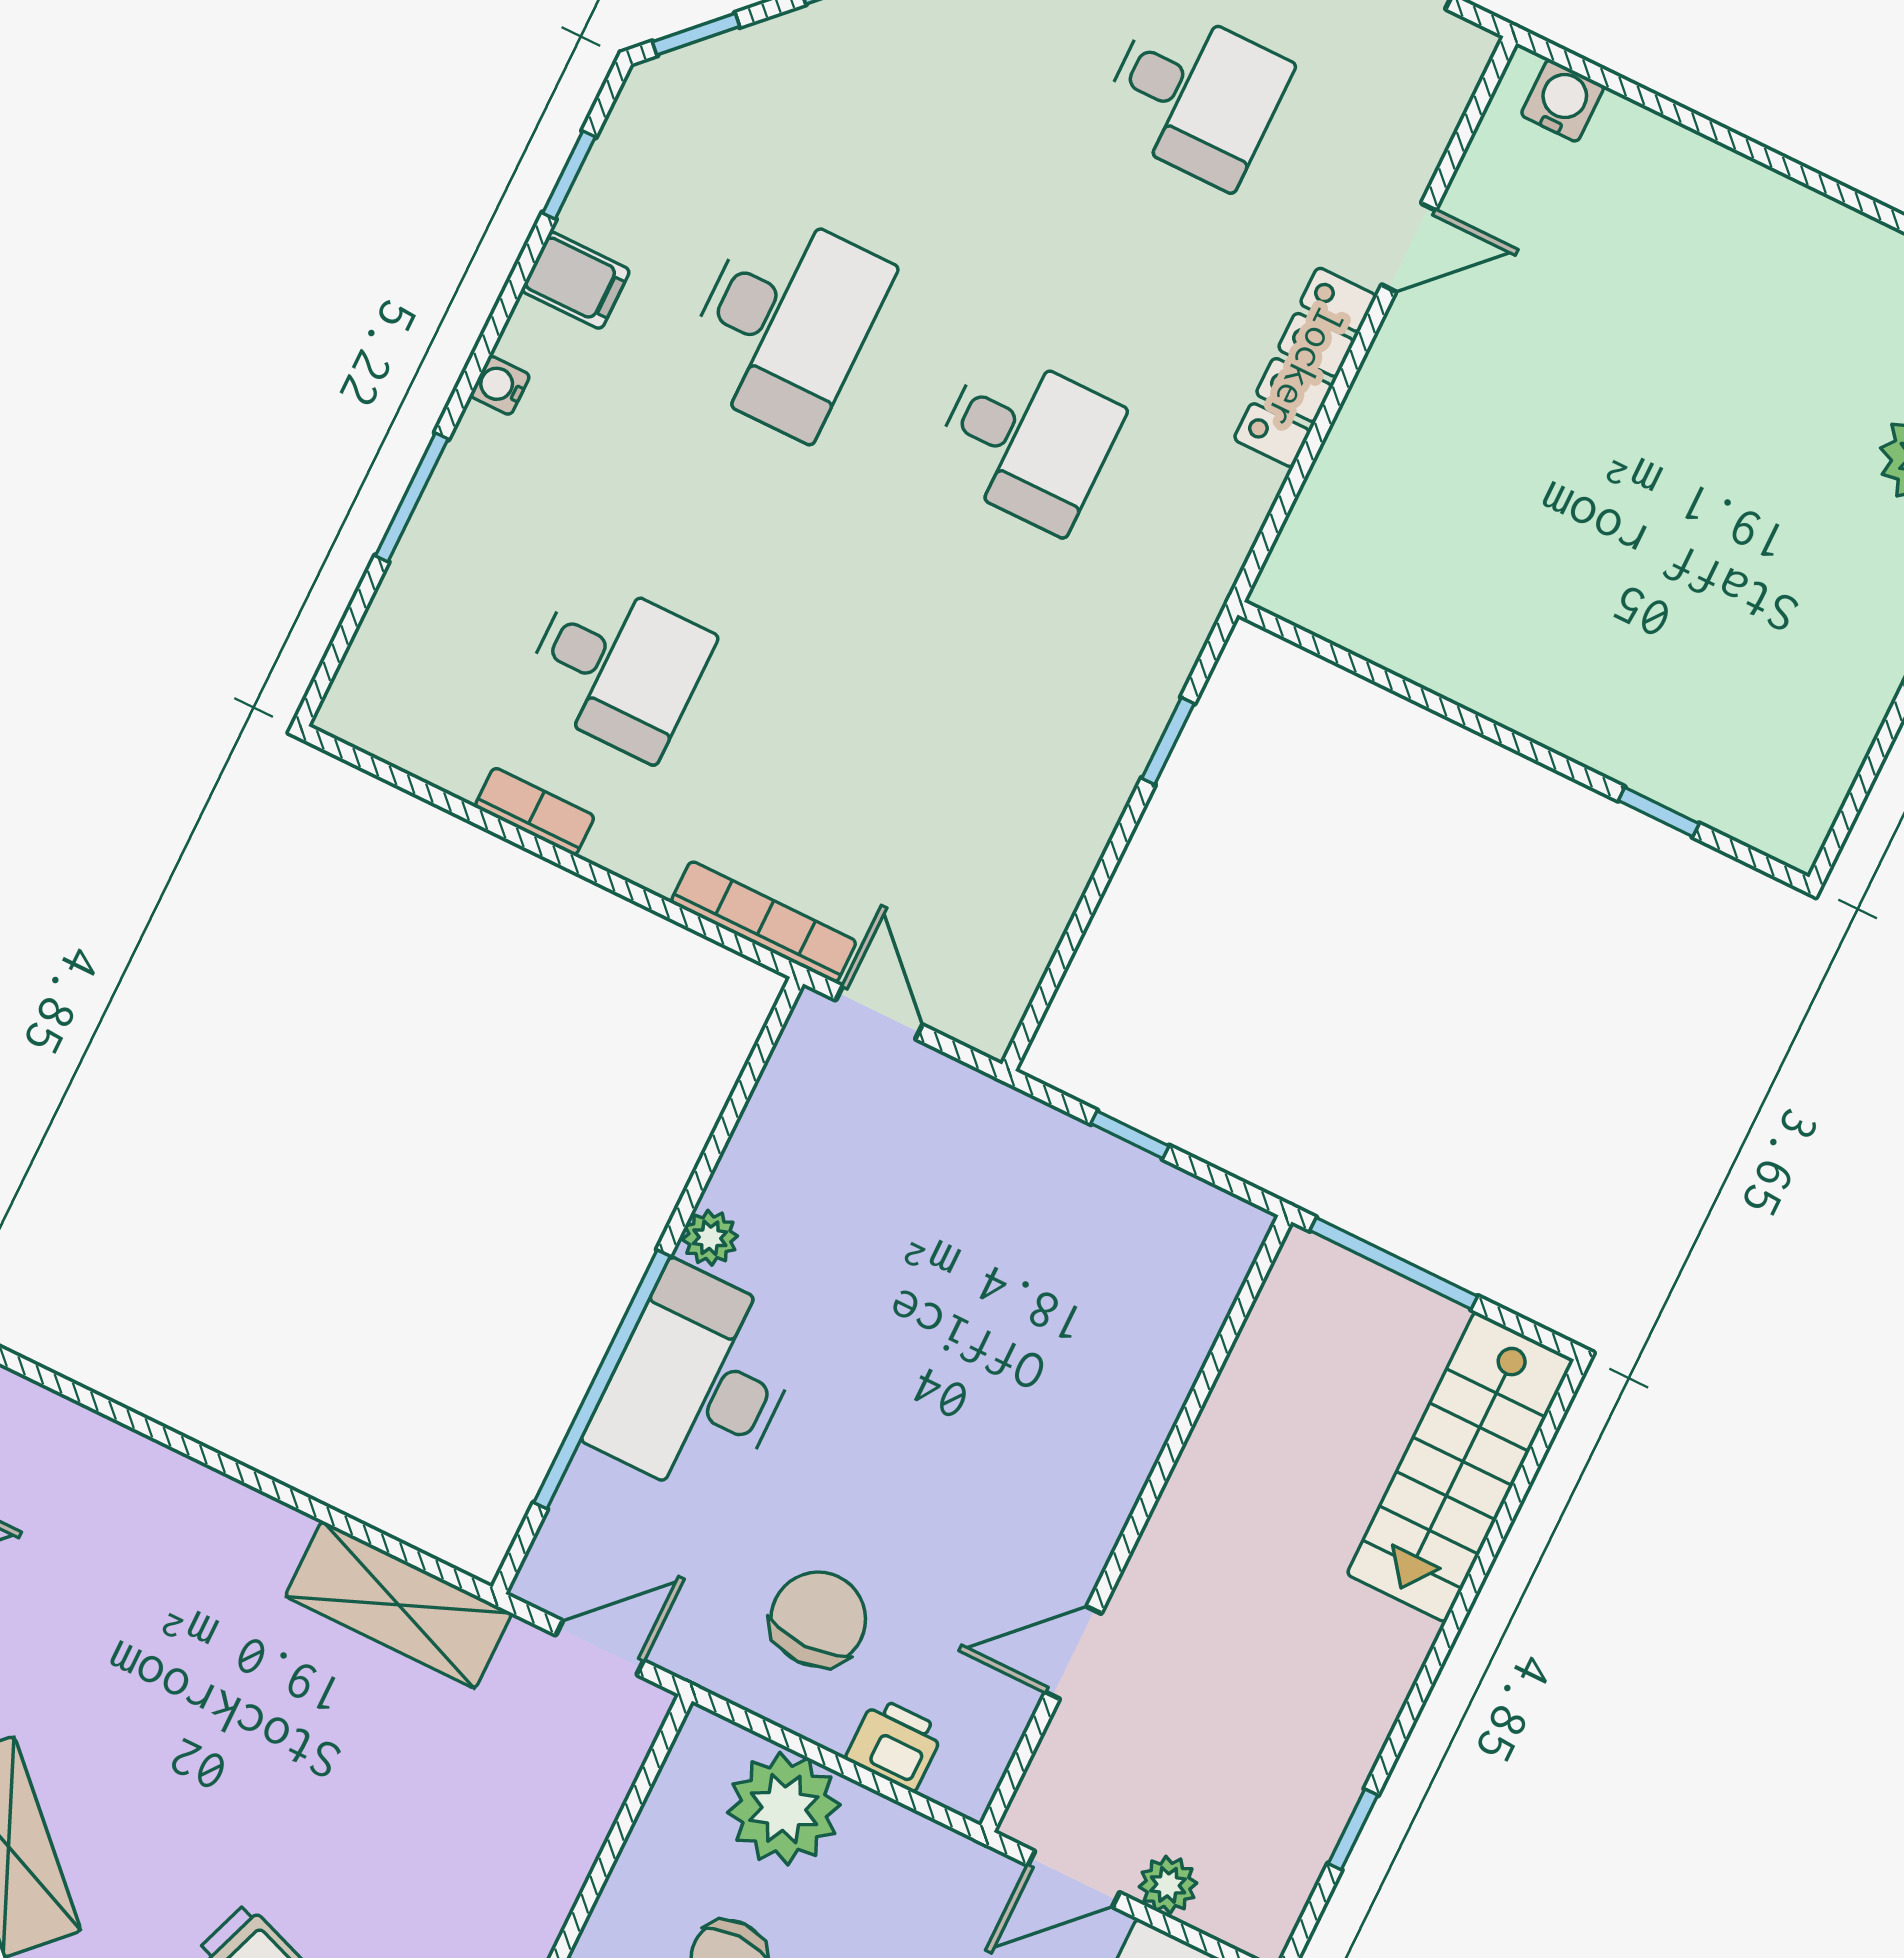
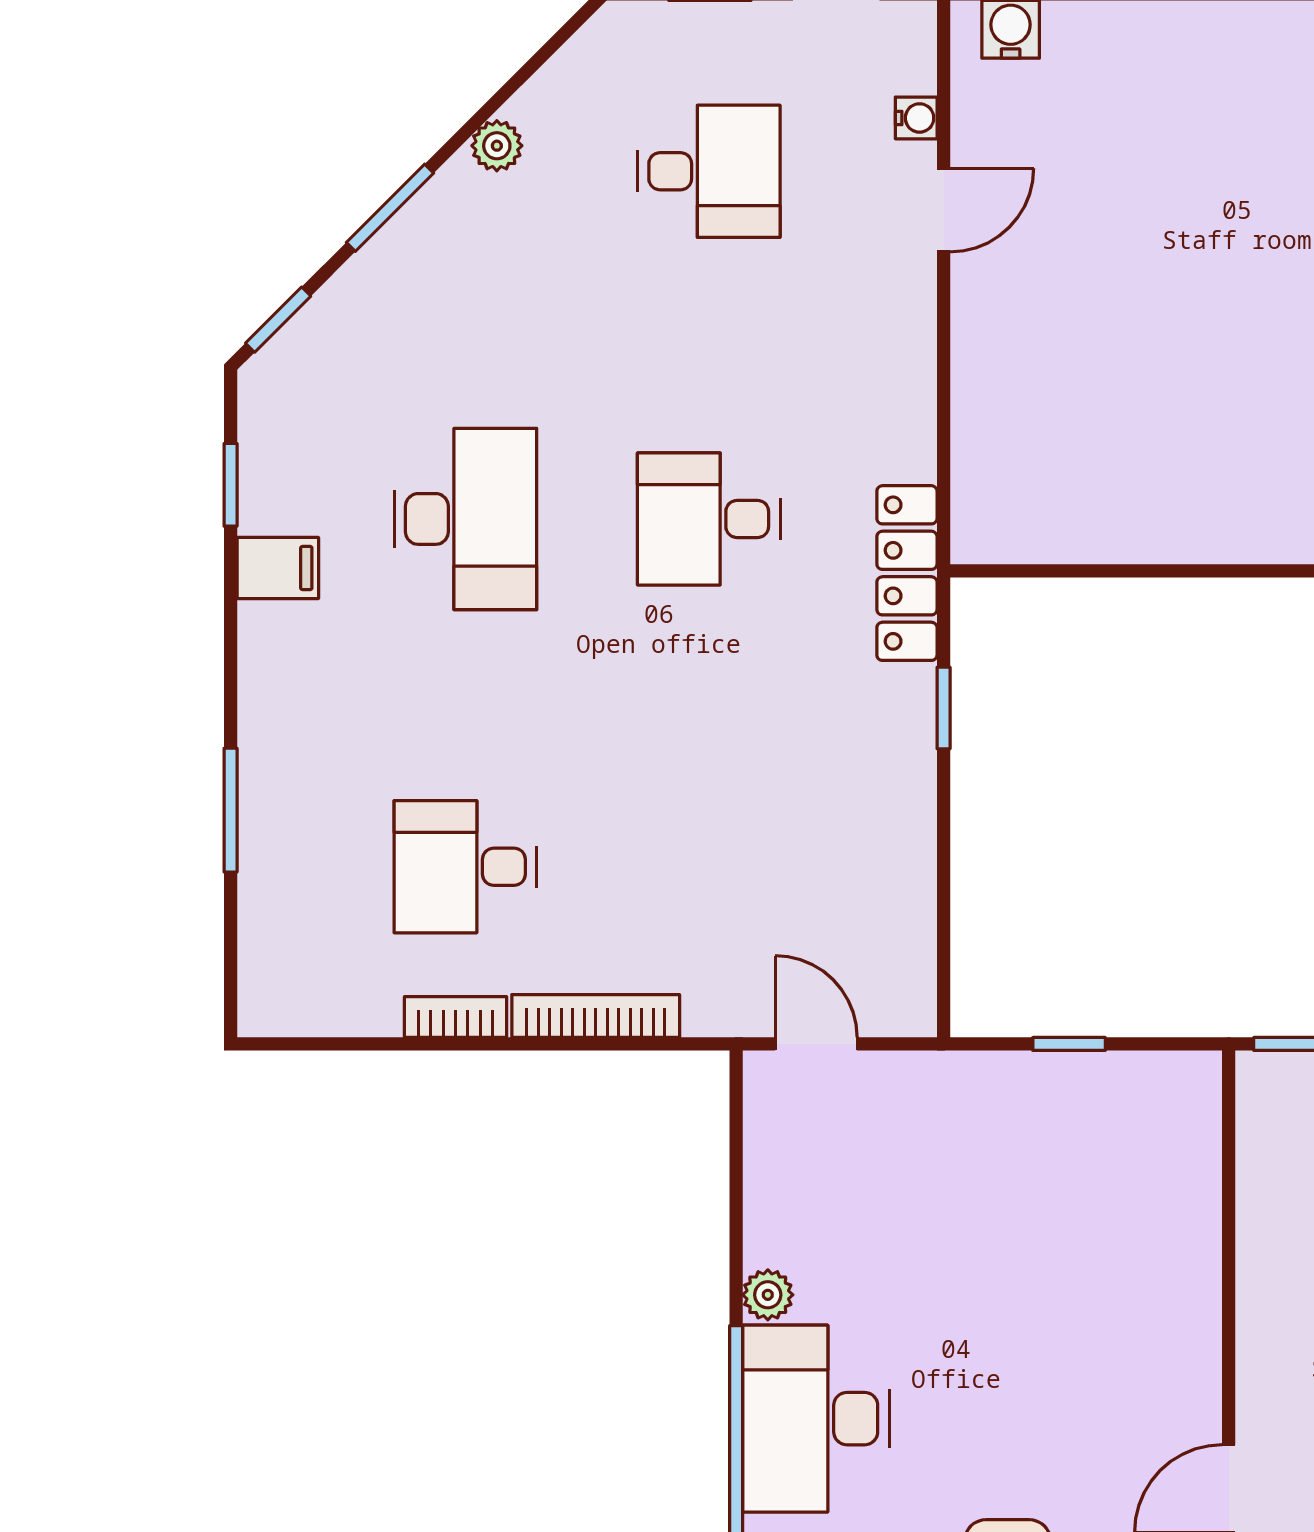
locker: (1305, 367) -> (907, 573), moved
water cooler: (500, 385) -> (916, 118), moved, turned 180
desk: (1027, 440) -> (709, 519), turned 180
desk: (617, 667) -> (465, 867), turned 180
bookcase: (764, 922) -> (596, 1016), moved

